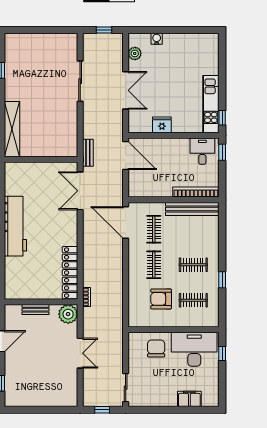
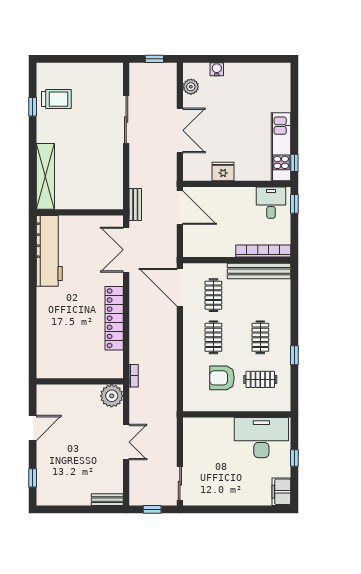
trolley: (21, 64) -> (56, 99), added
workbench: (15, 226) -> (49, 251), moved
clothes rail: (193, 265) -> (260, 337), turned 90
locker: (70, 273) -> (114, 318), moved
bench: (35, 310) -> (107, 500), moved
chair: (156, 348) -> (216, 437), removed
window: (222, 354) -> (294, 458), moved
filing cabinet: (189, 399) -> (281, 492), moved, turned -90

